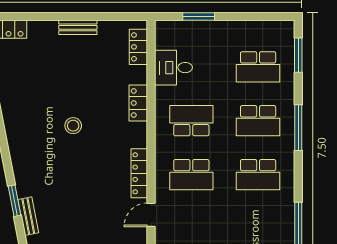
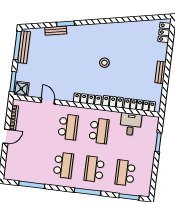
locker: (138, 47) -> (140, 105), width x1.53
locker: (139, 173) -> (87, 99), moved
school desk: (191, 175) -> (68, 127), turned 180
school desk: (258, 175) -> (63, 165), turned 180

